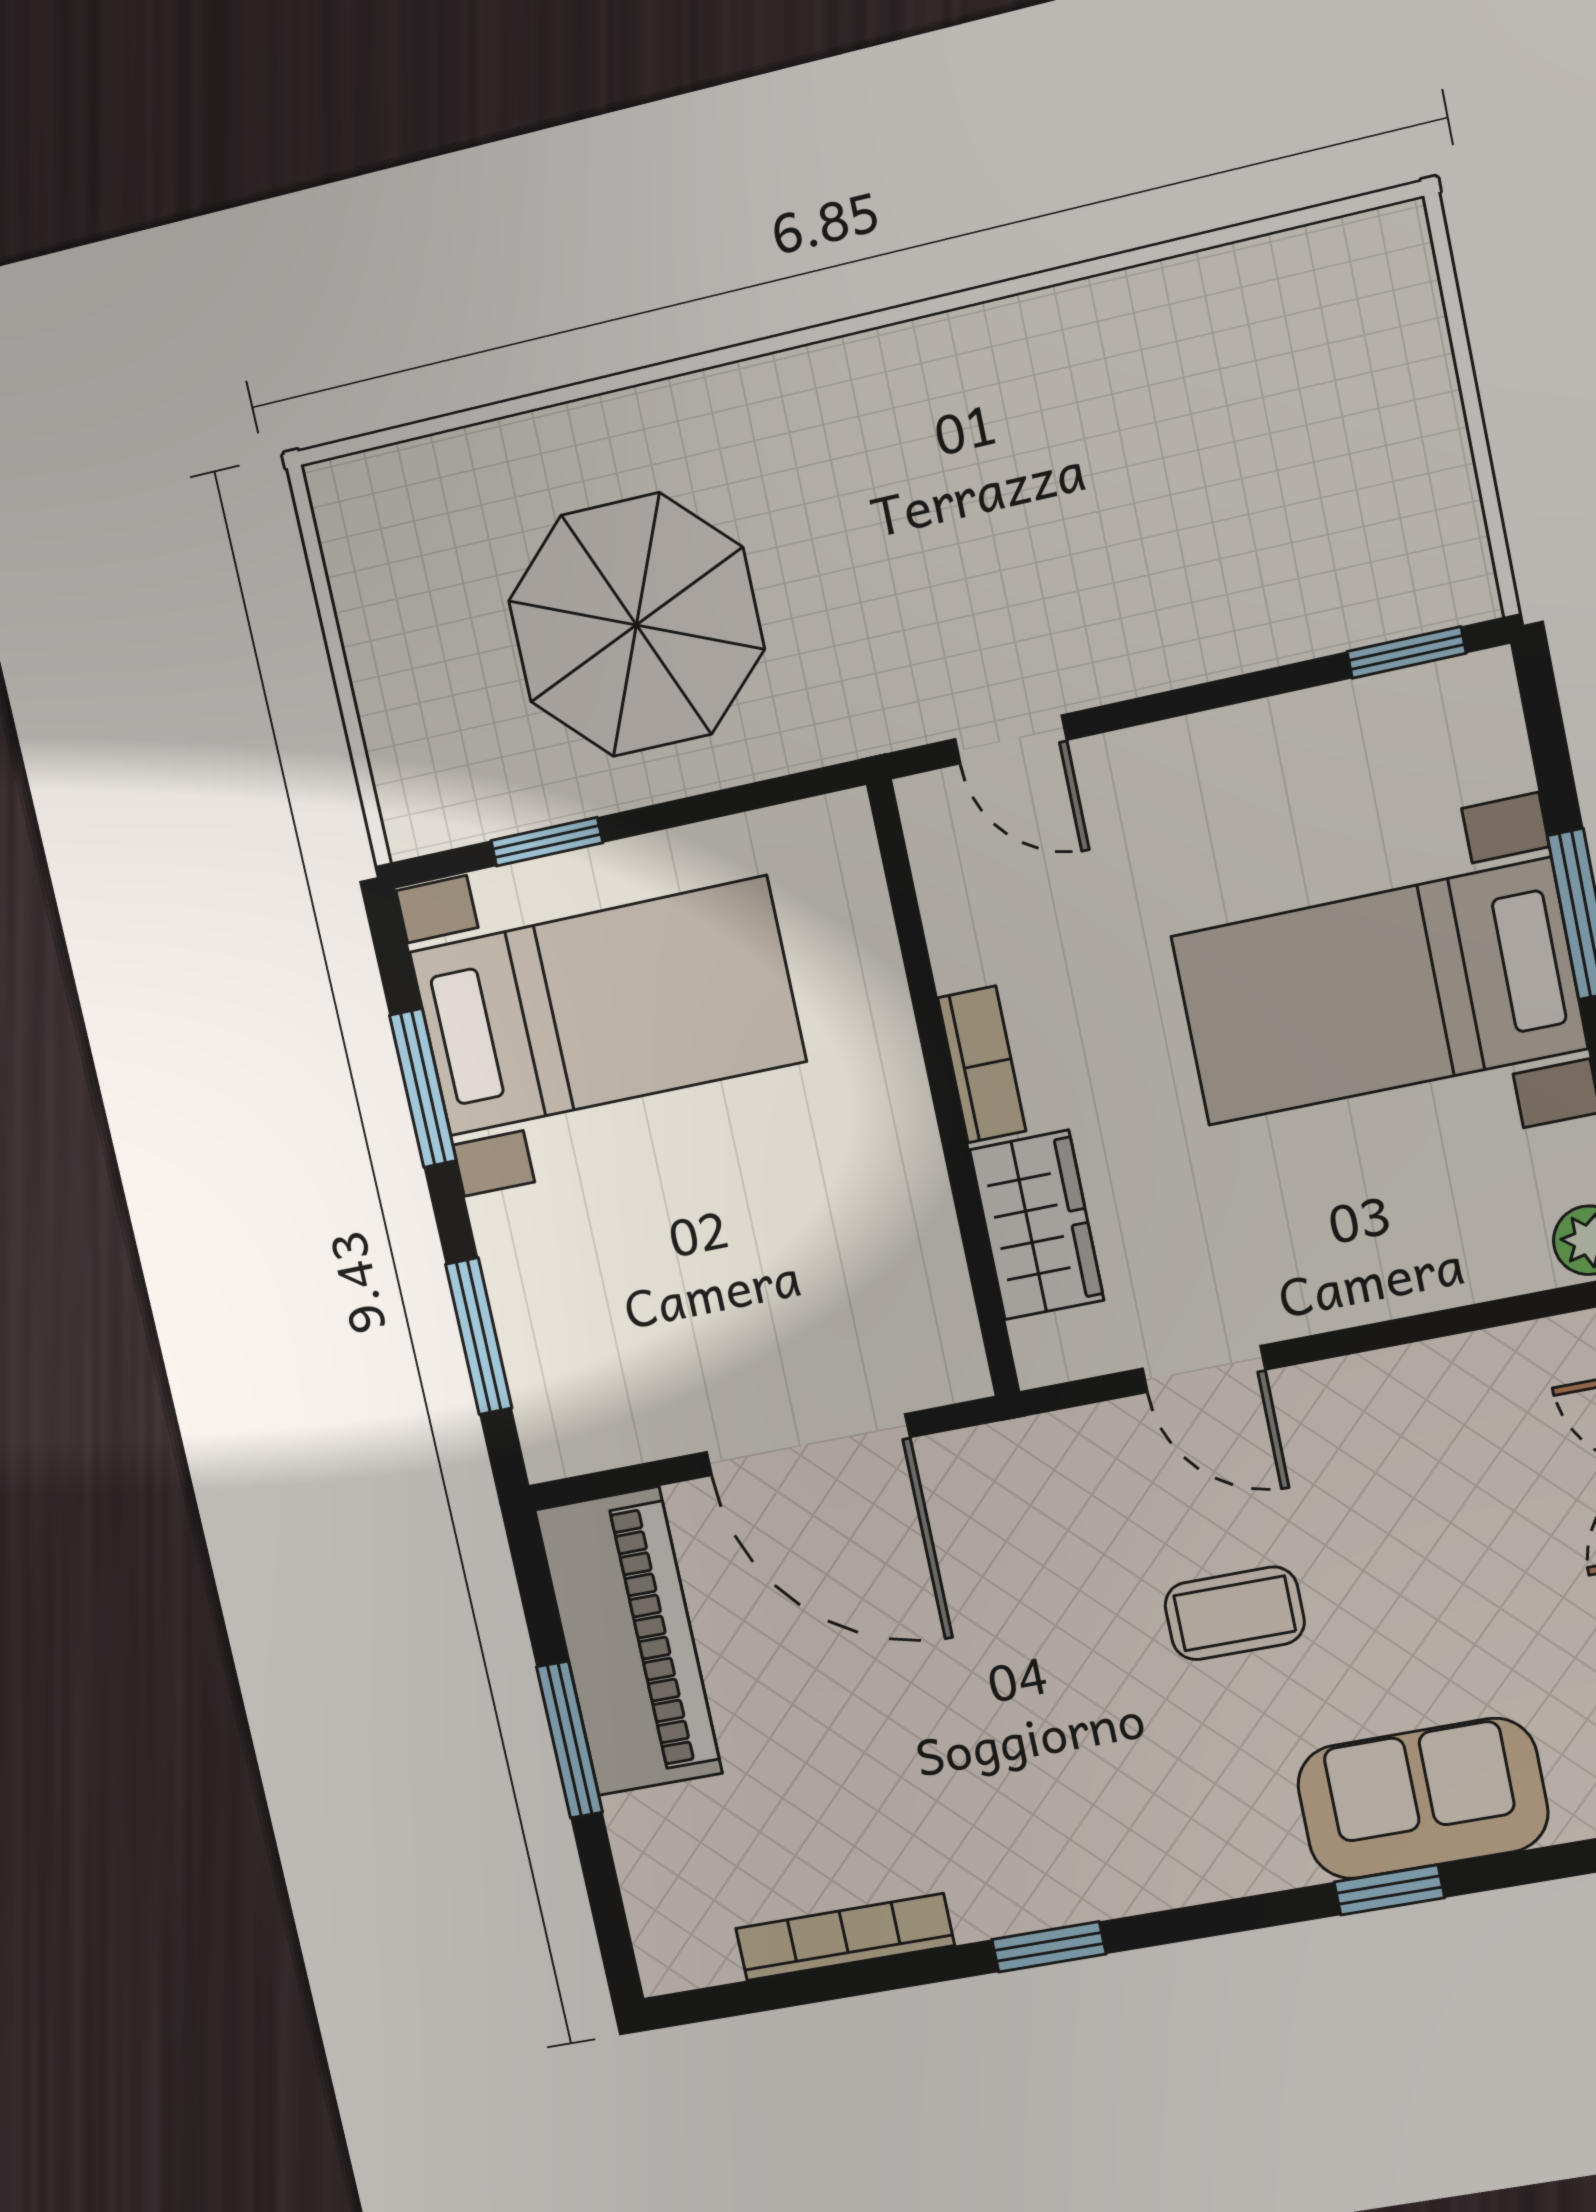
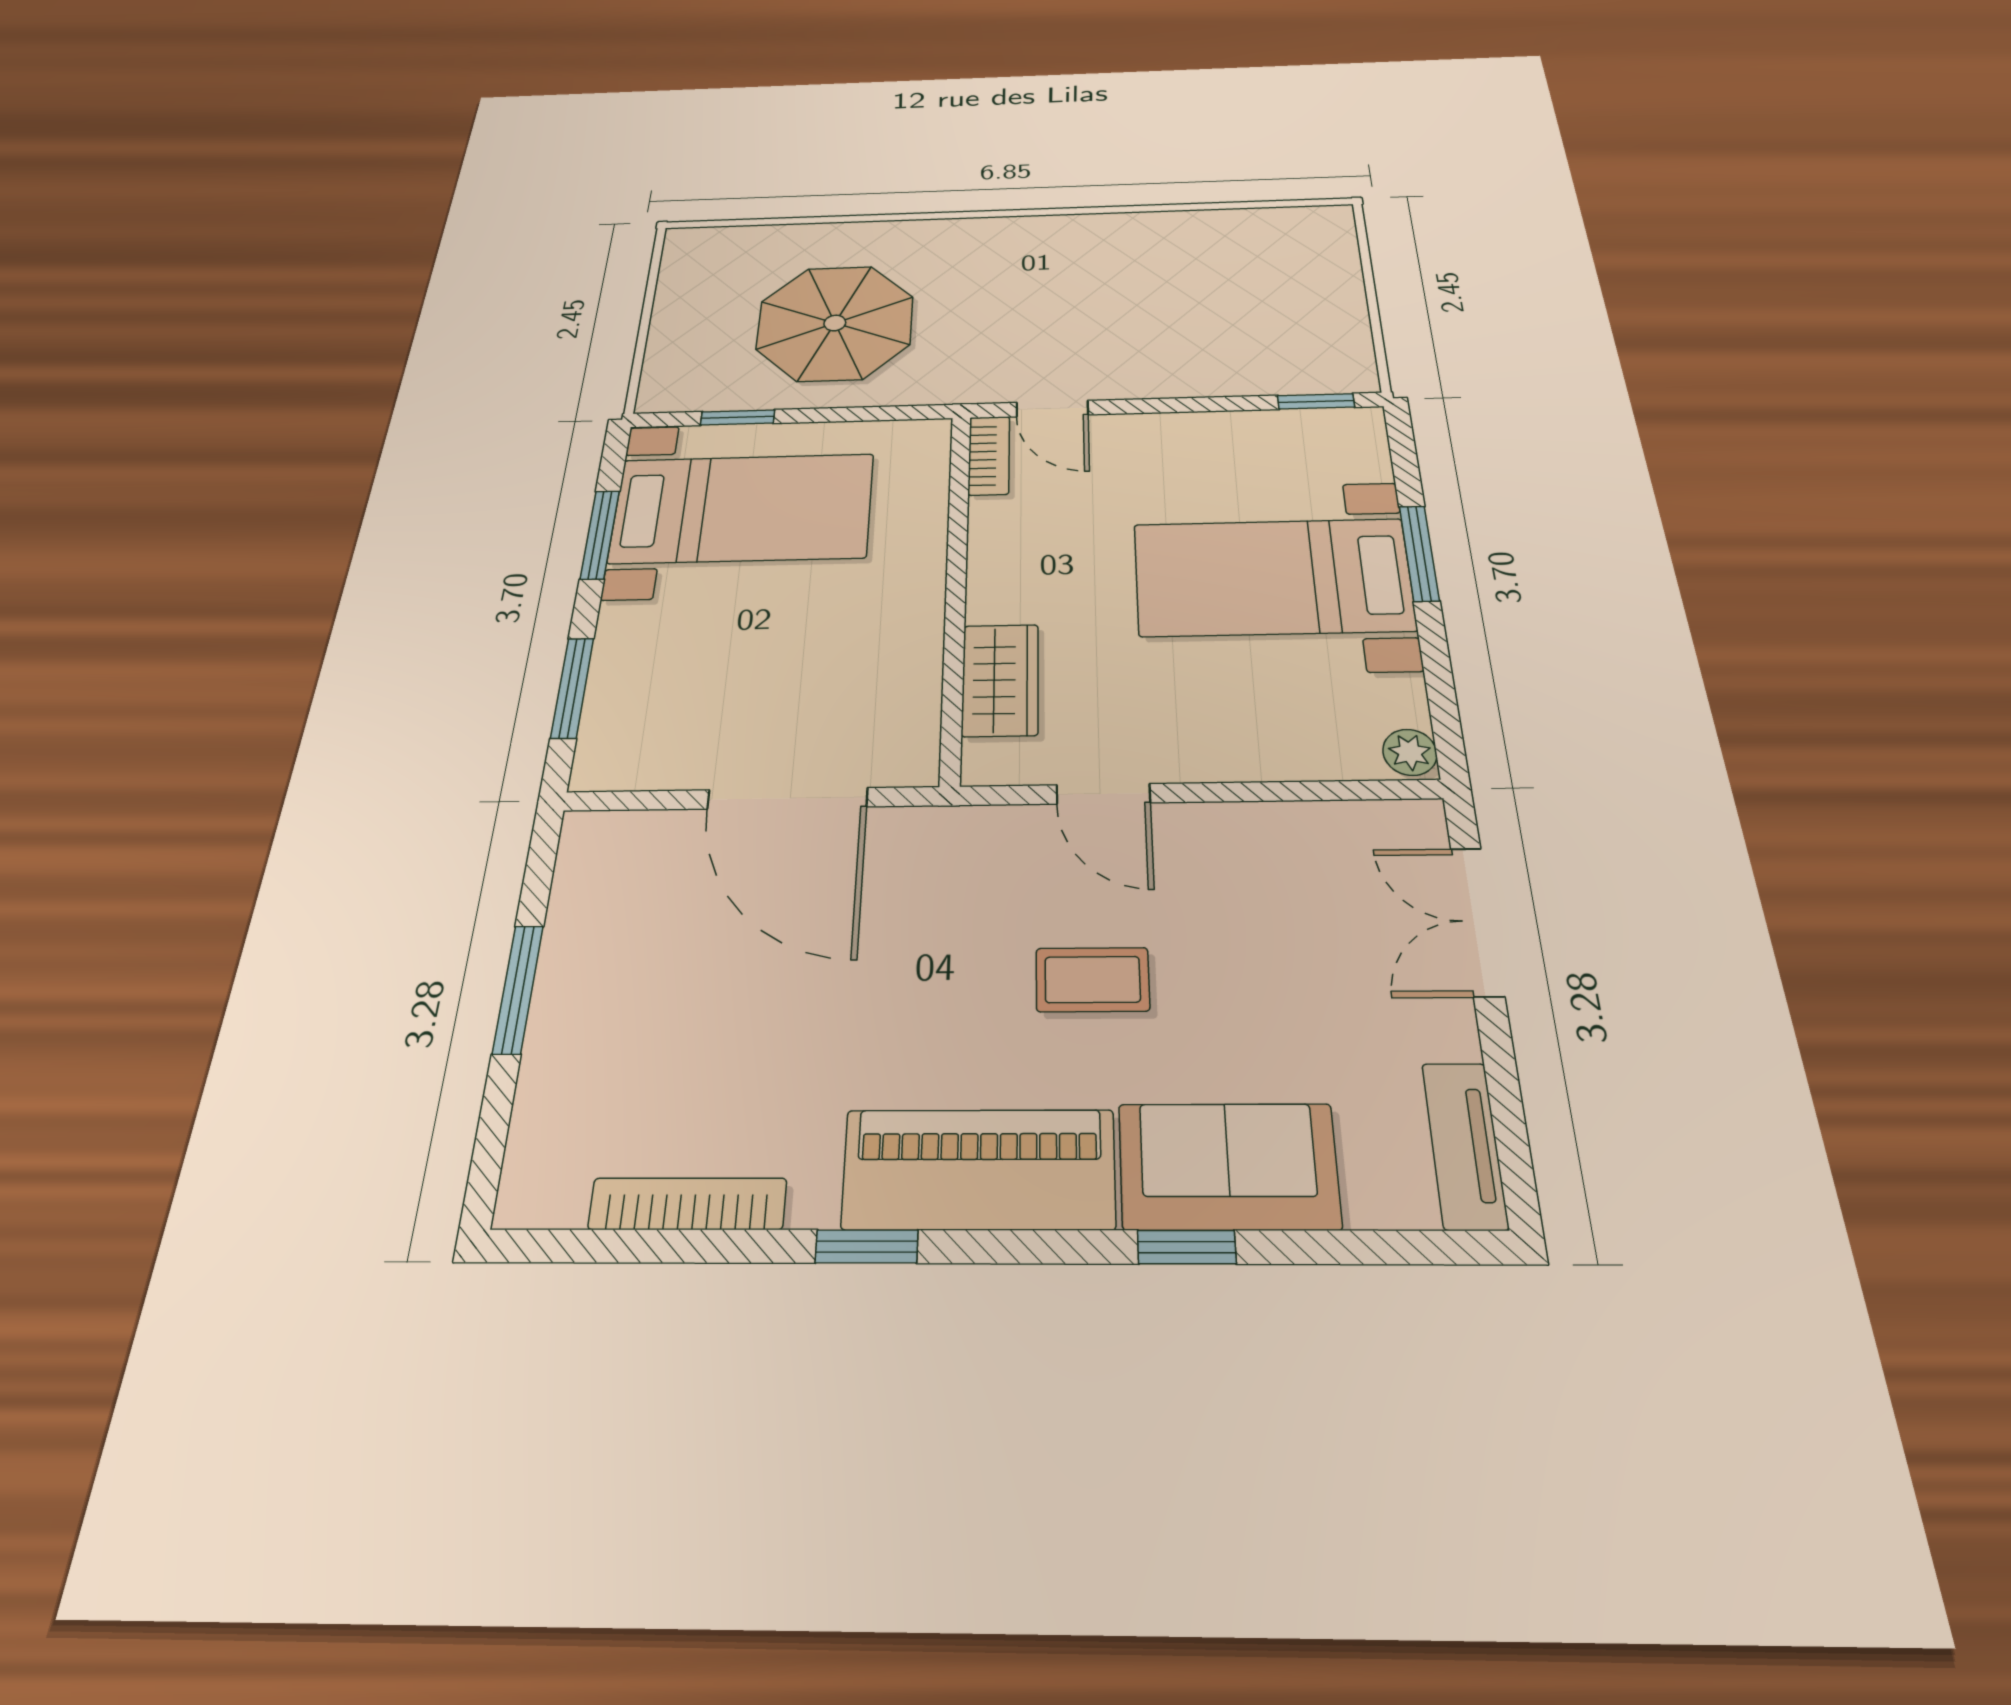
bookcase: (982, 1064) -> (989, 455), moved
piano: (629, 1642) -> (979, 1169), moved, turned -90

